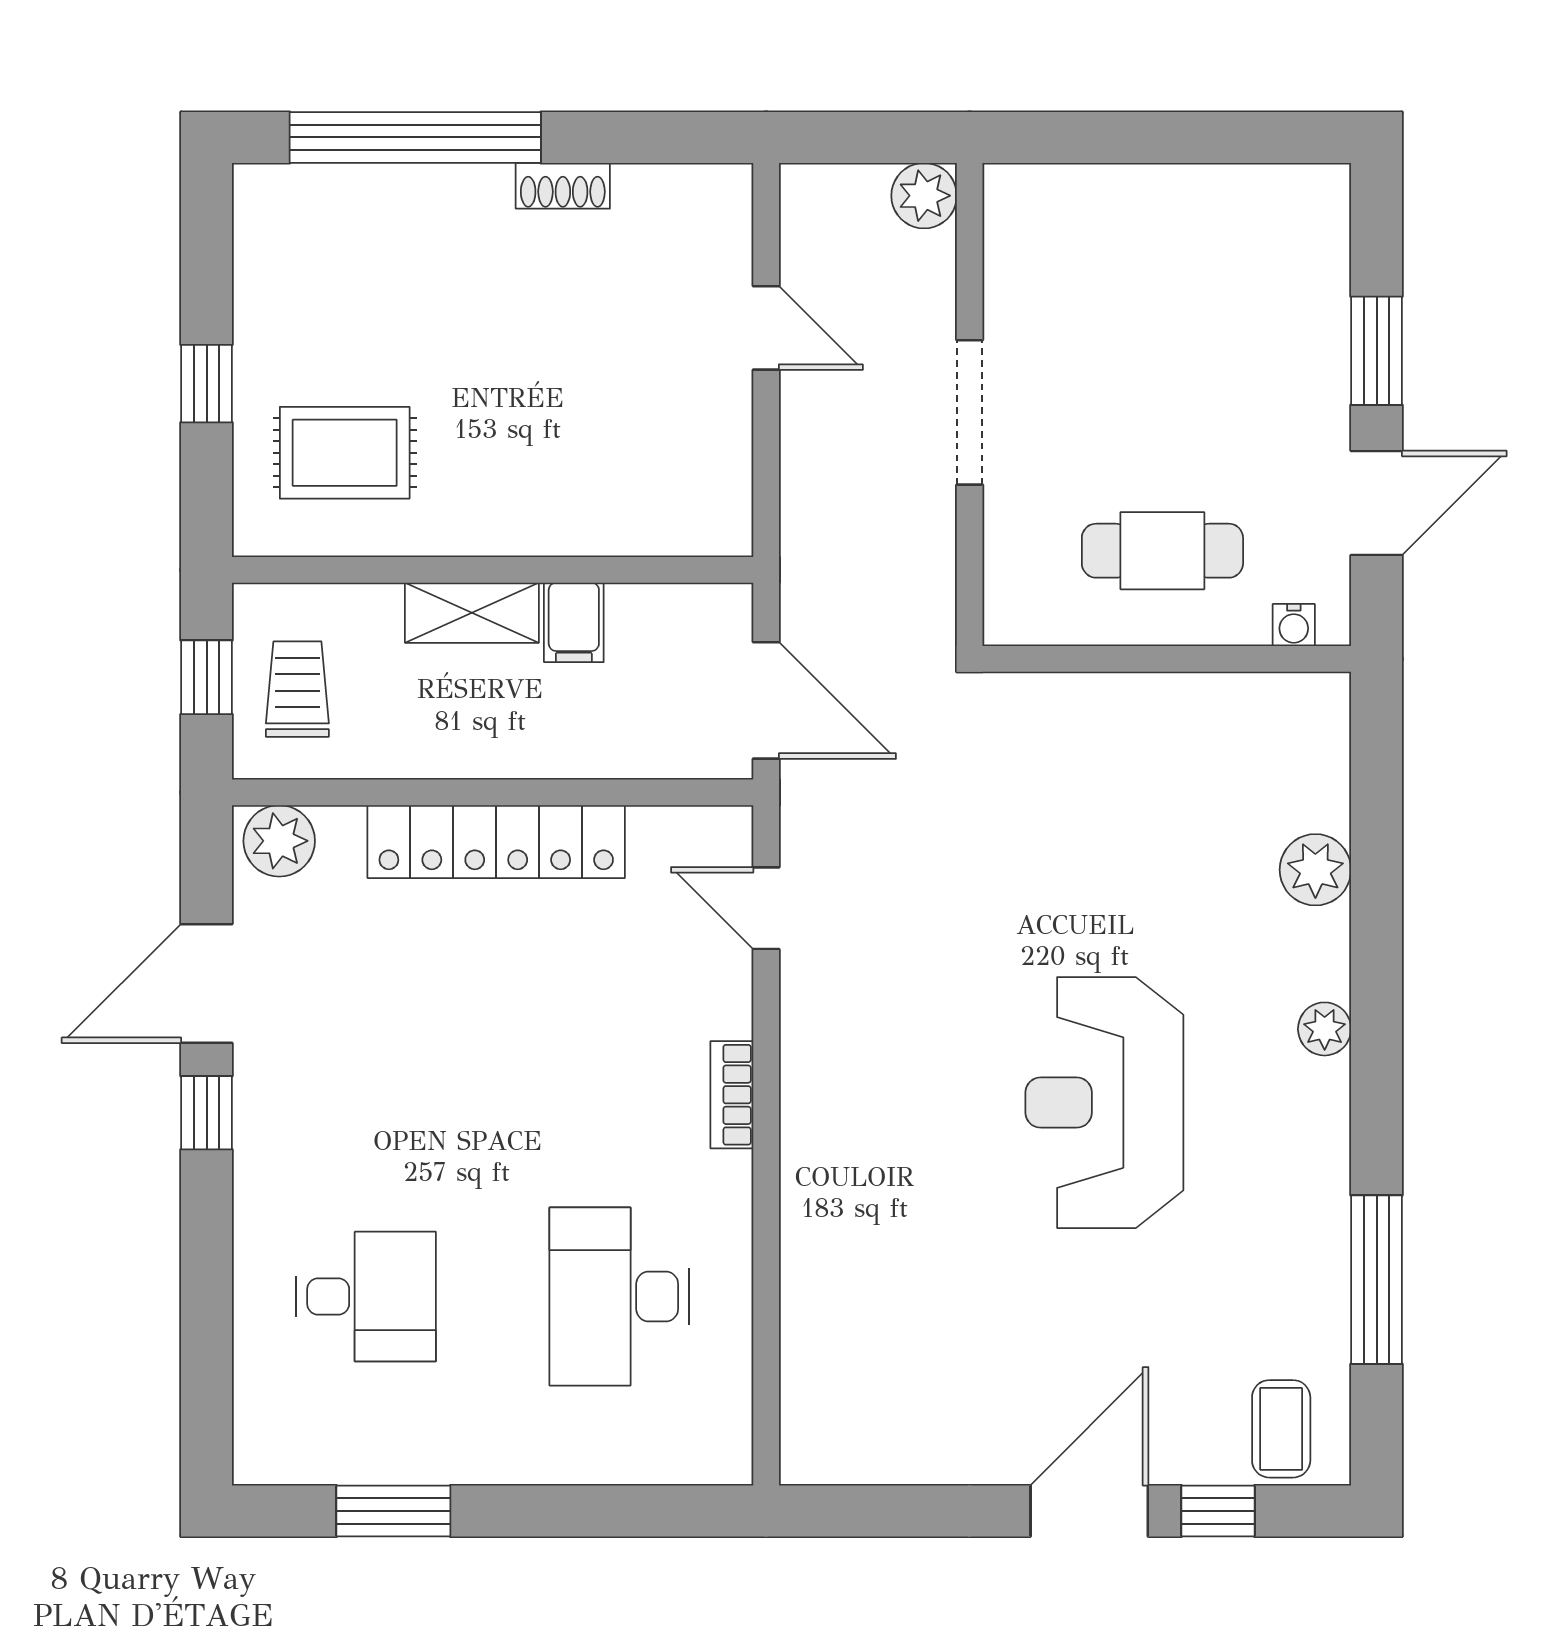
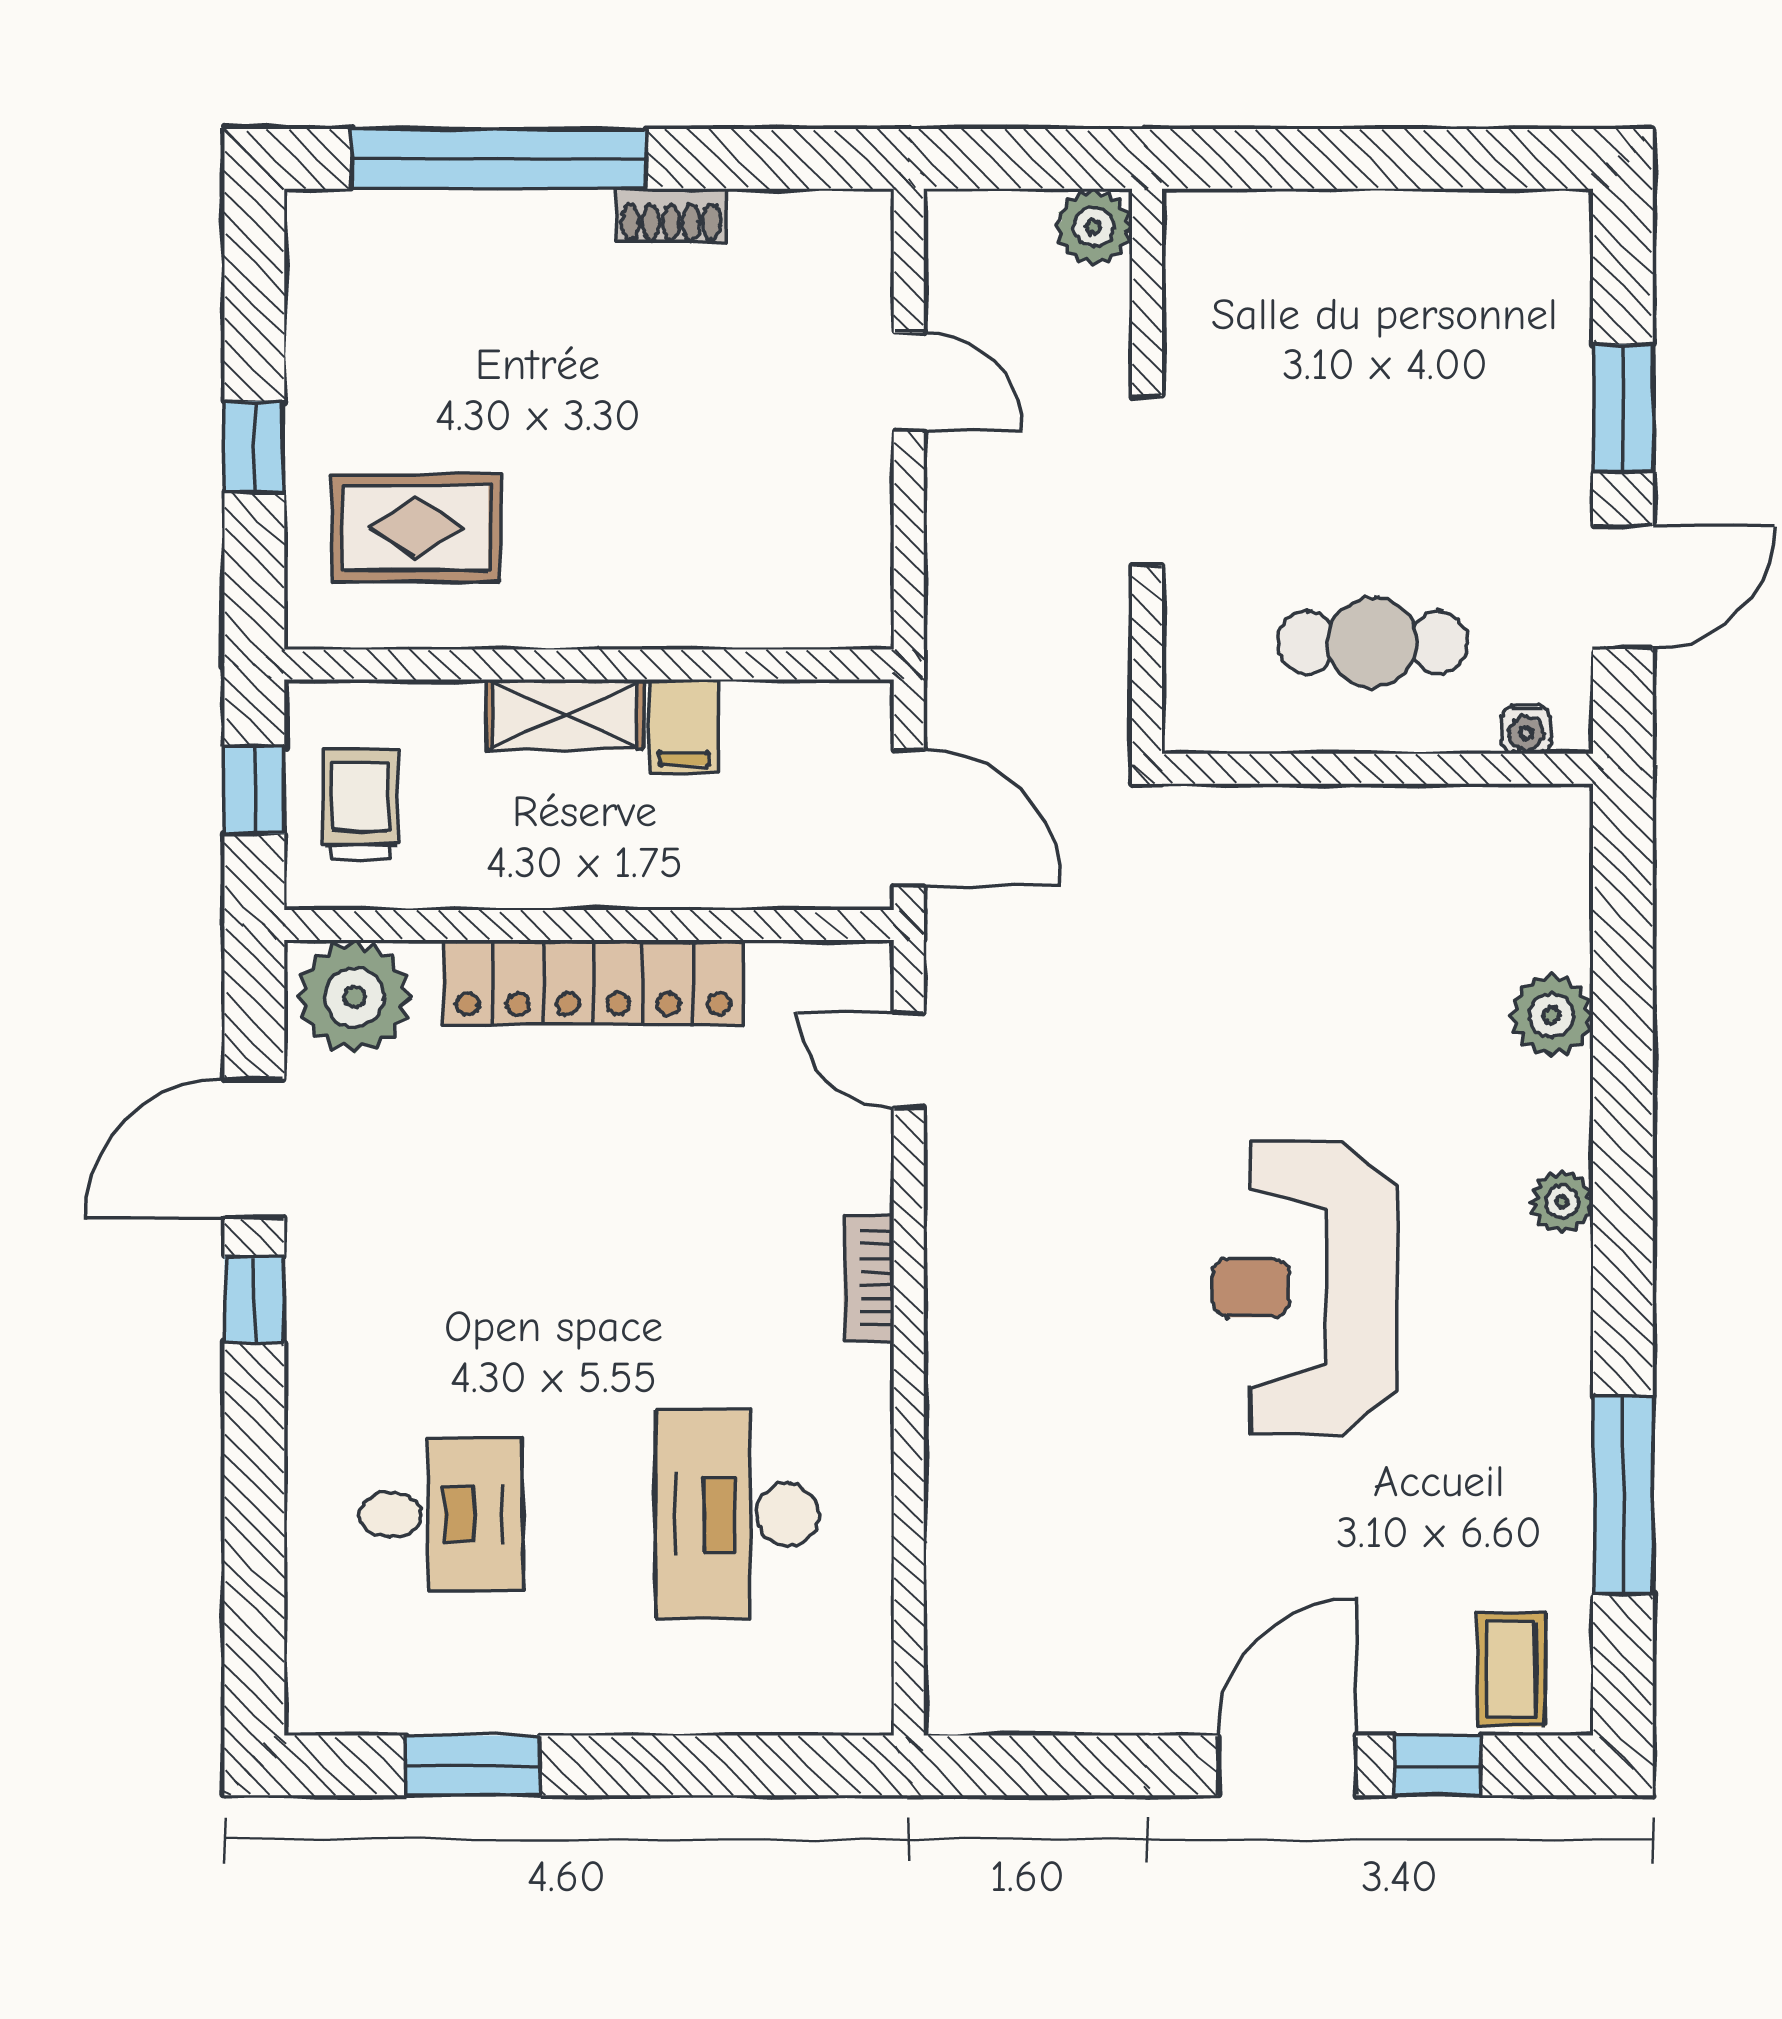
plant: (279, 841) -> (355, 997), width x1.36, depth x1.36

